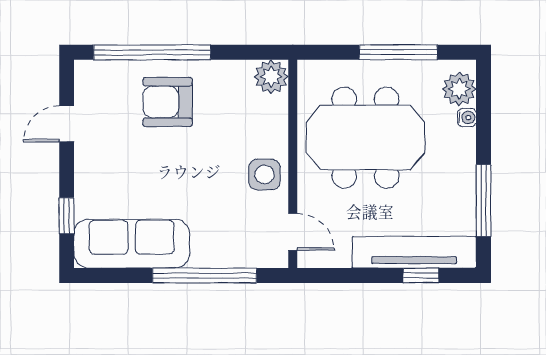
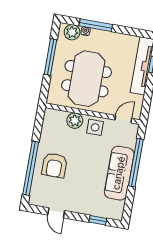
plant: (271, 77) -> (75, 121), moved
window: (484, 201) -> (96, 25), moved
sofa: (132, 244) -> (119, 173), moved

